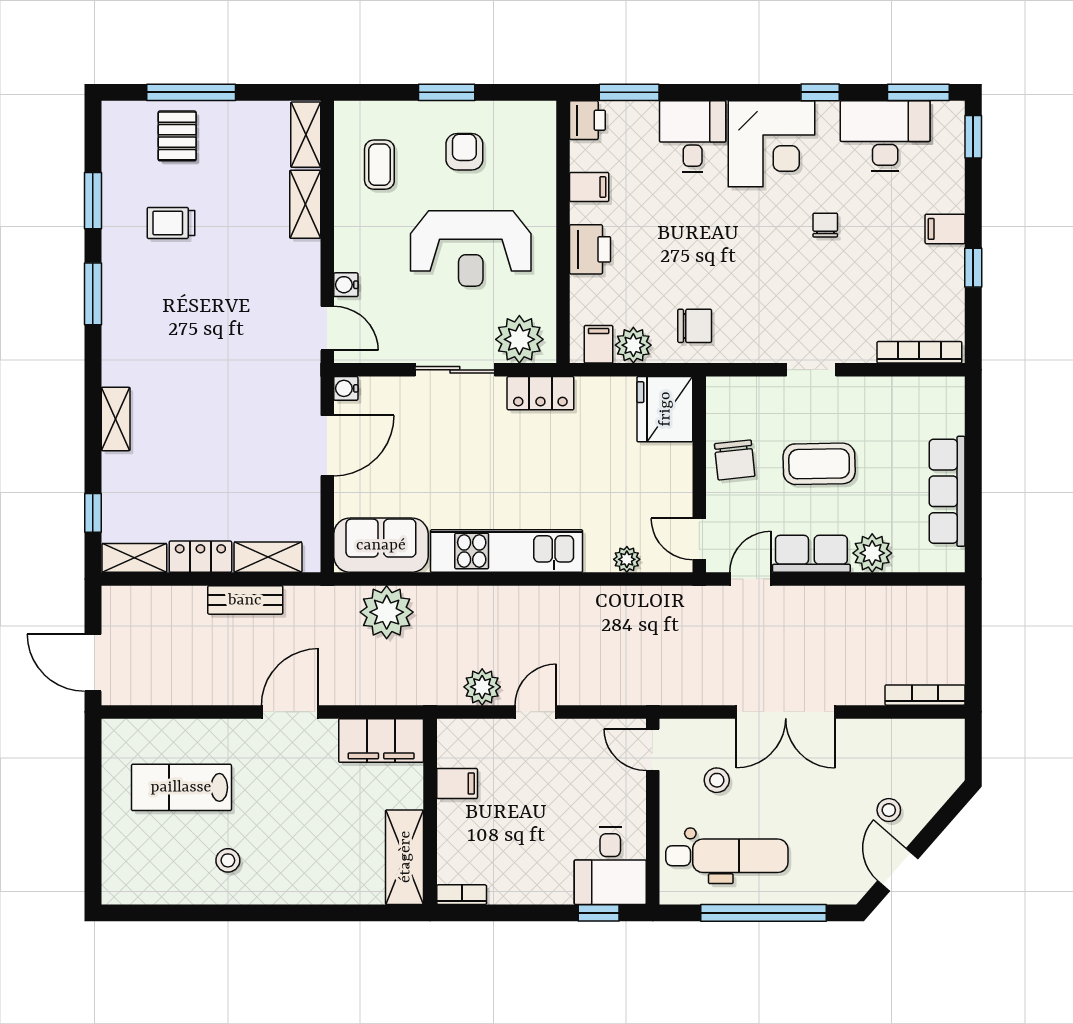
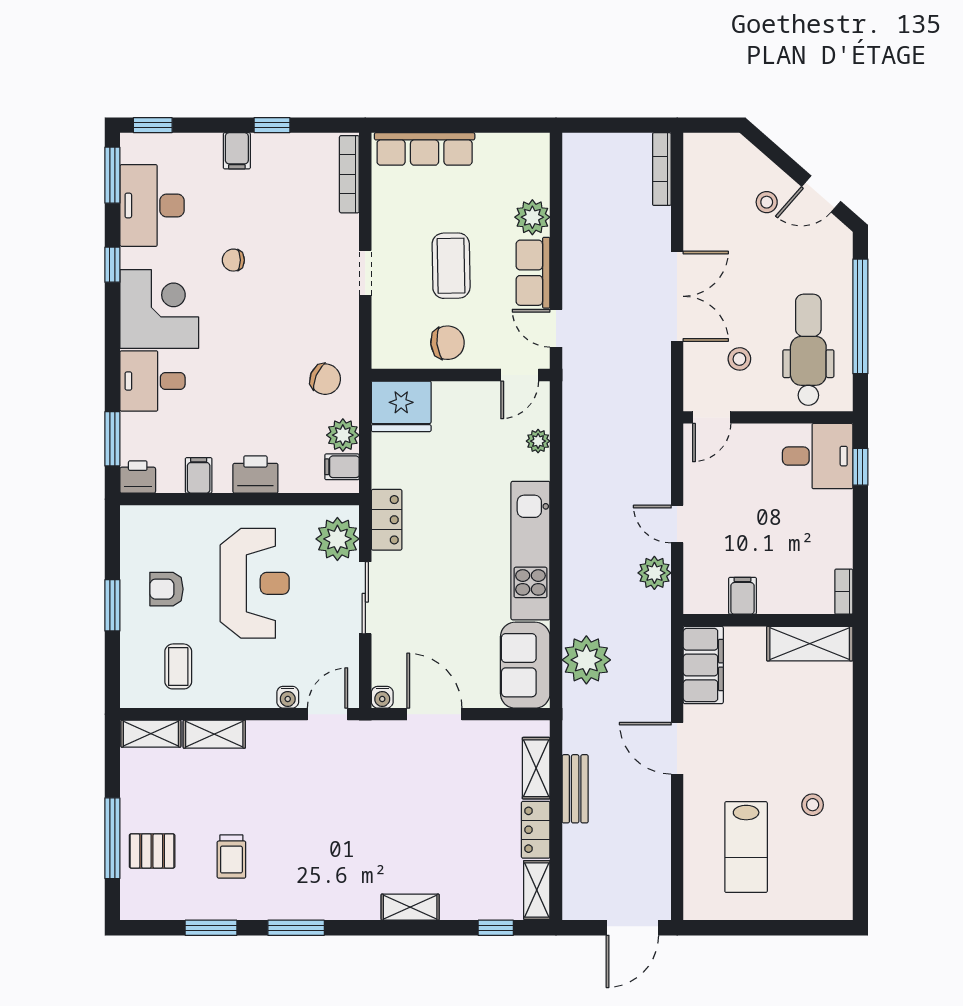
coffee table: (379, 165) -> (178, 666), turned 90
chair: (695, 326) -> (325, 379), turned 113
row of seats: (947, 491) -> (425, 149), moved

